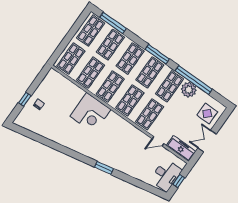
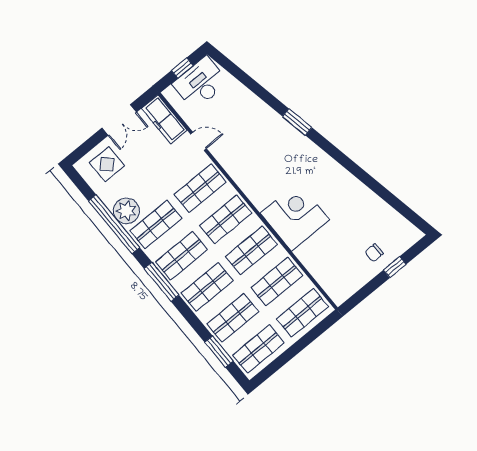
window: (113, 23) -> (219, 352), width x0.69

